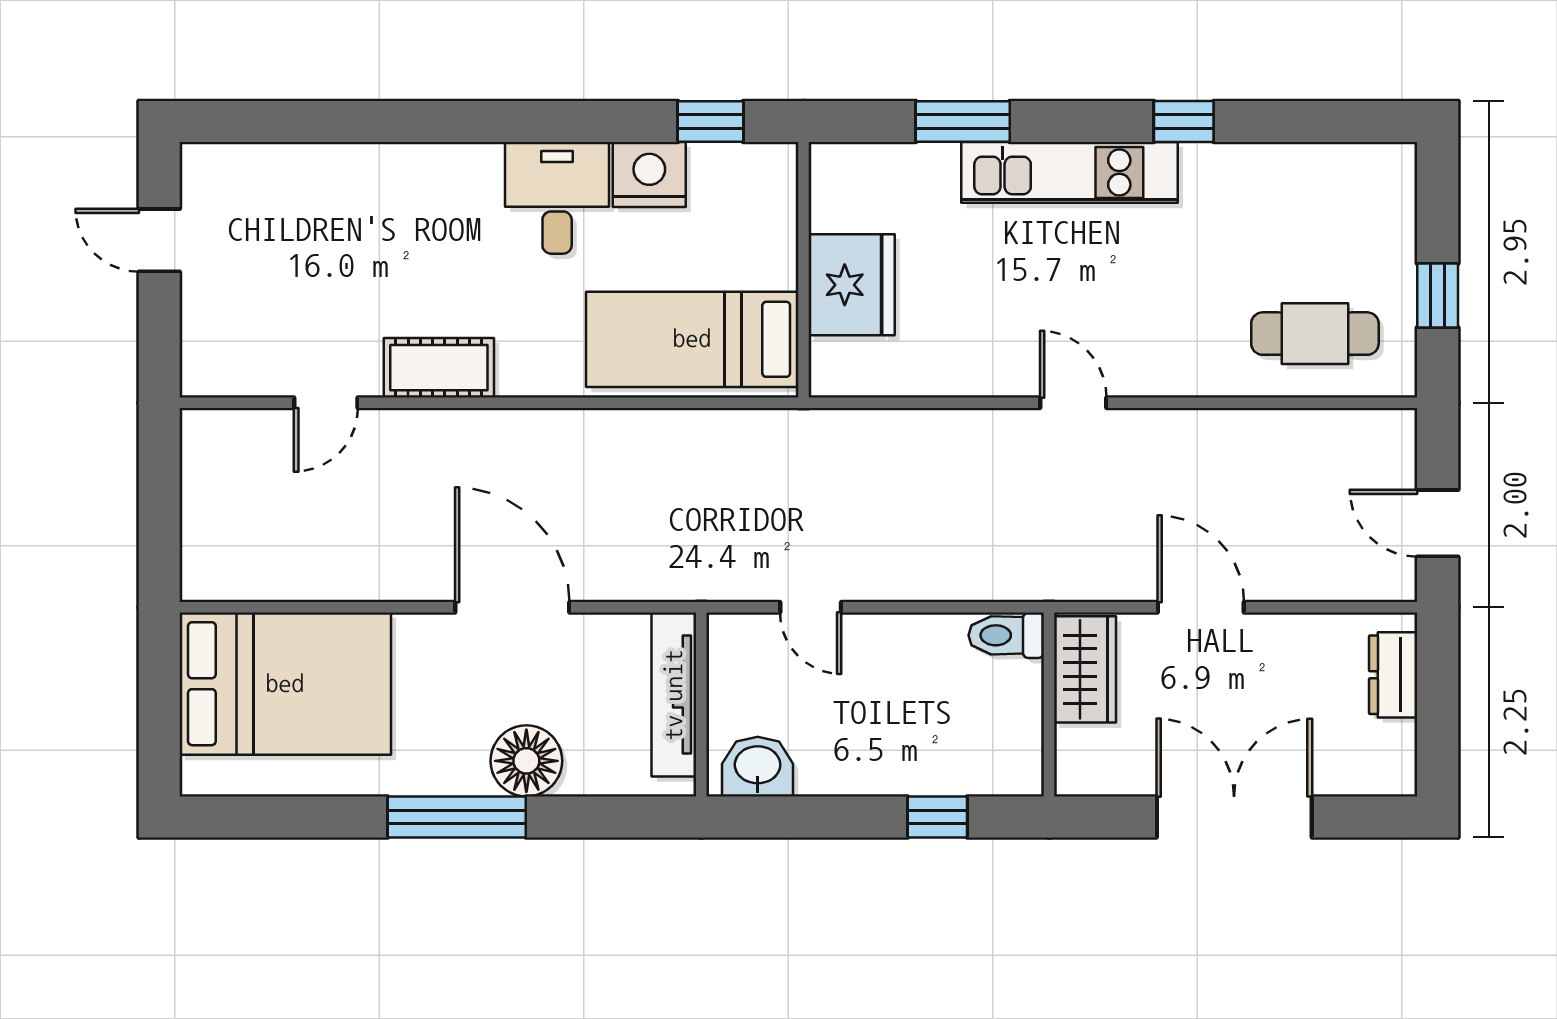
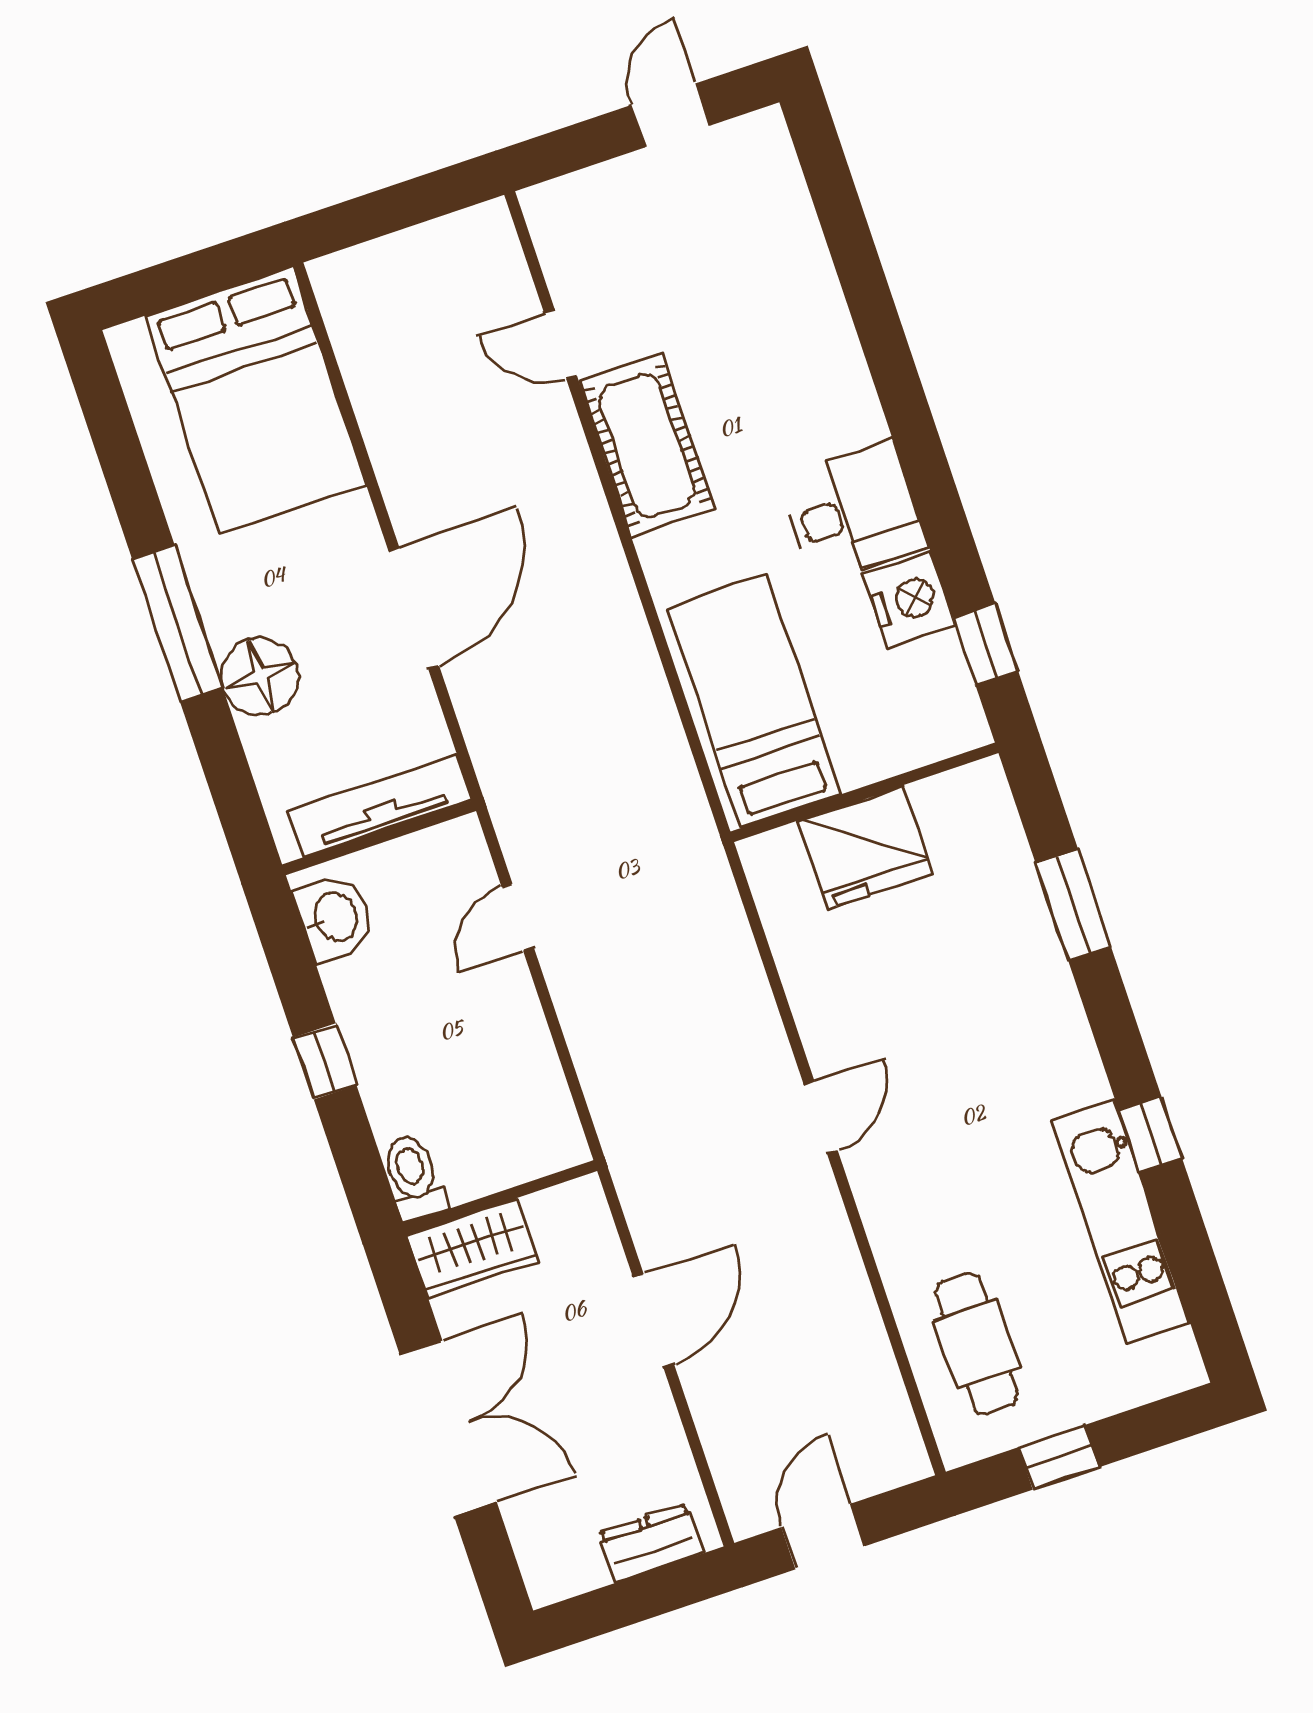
kitchen unit: (1070, 172) -> (1121, 1222), moved
cot: (439, 368) -> (647, 445), width x1.37, depth x1.34
toilet: (1006, 635) -> (414, 1177), moved
wardrobe: (1085, 669) -> (473, 1248), moved
window: (937, 817) -> (325, 1061), moved

